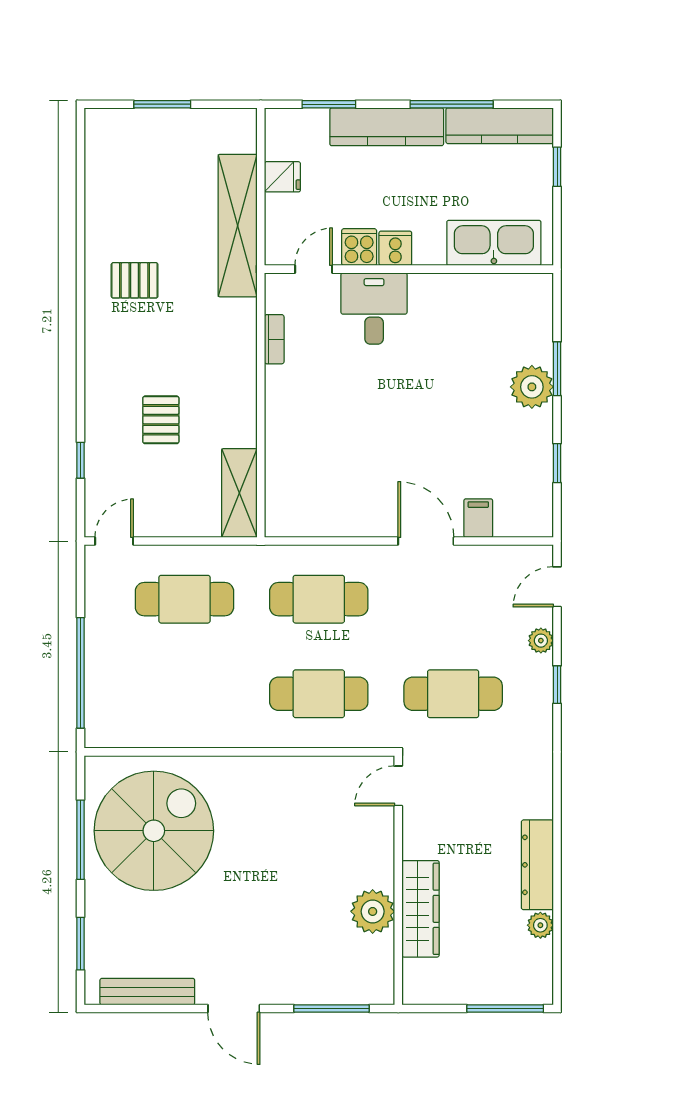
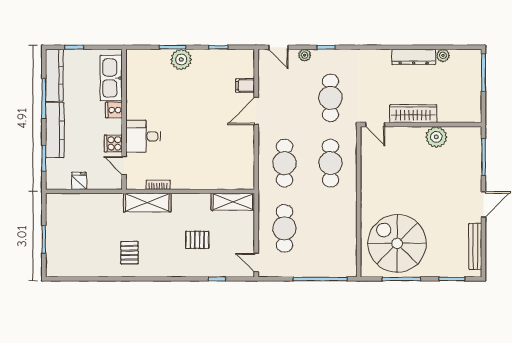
shelving: (238, 226) -> (147, 203), moved, width x0.68
cooker: (395, 248) -> (114, 110), moved
wardrobe: (421, 909) -> (413, 114), moved

